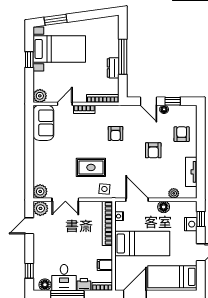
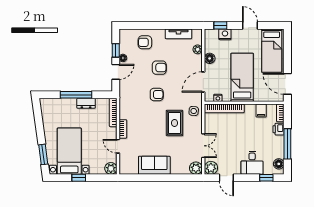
sofa: (43, 123) -> (154, 165), moved
armchair: (116, 133) -> (157, 94), moved
desk: (64, 277) -> (252, 163), moved, turned 90

